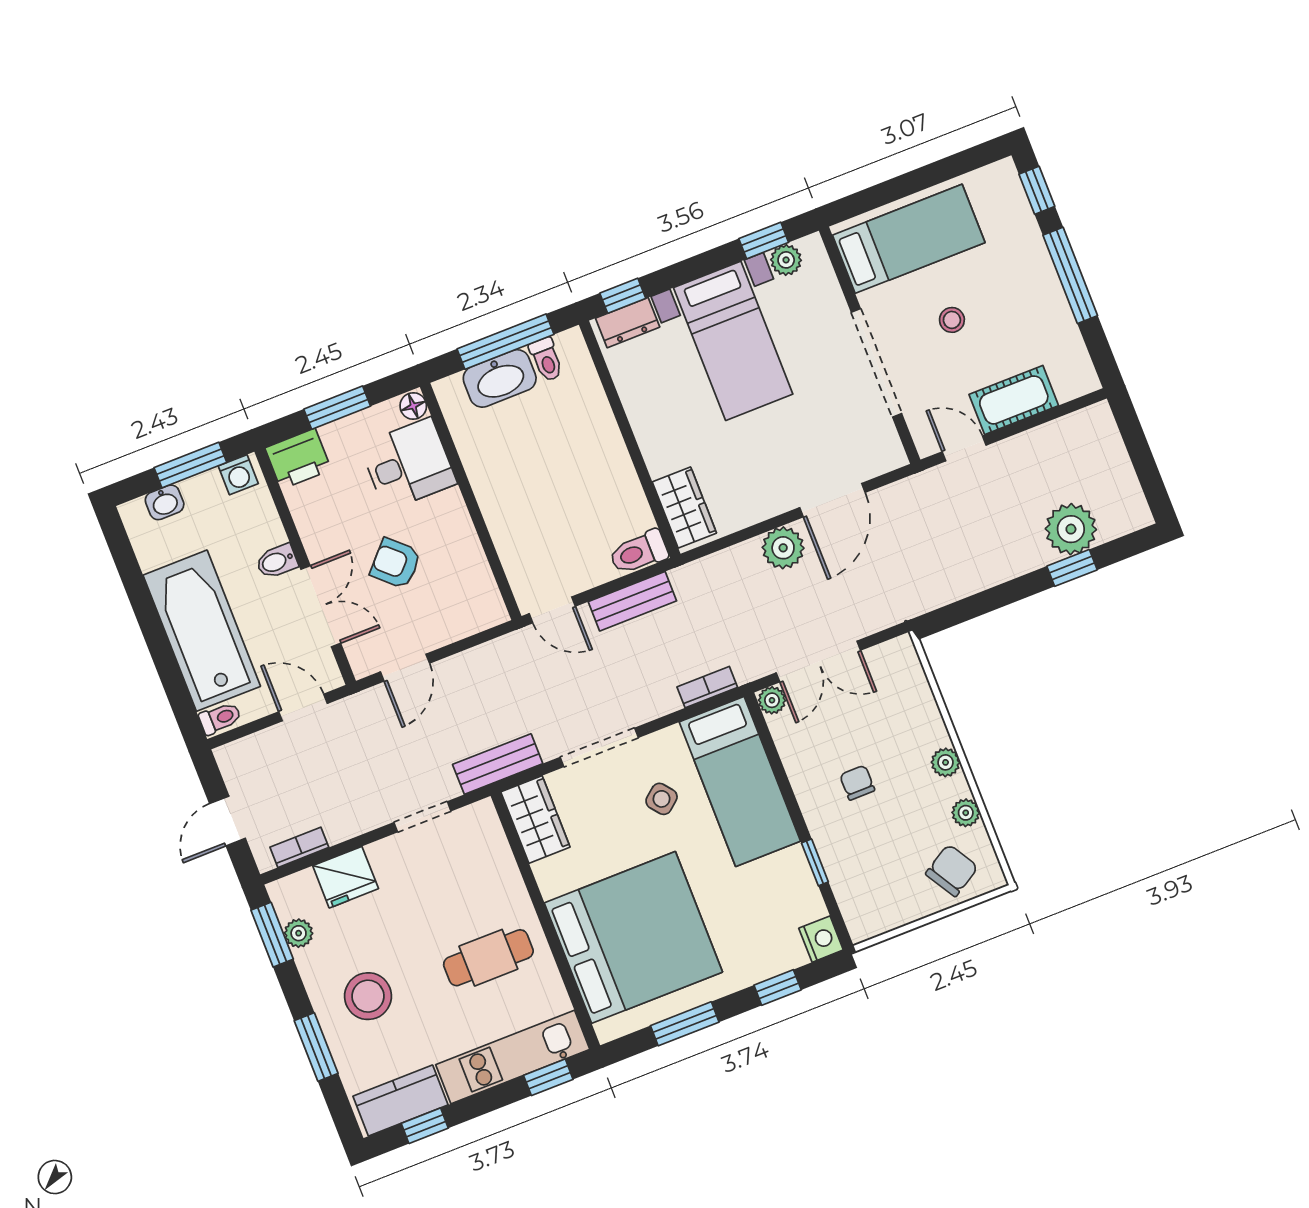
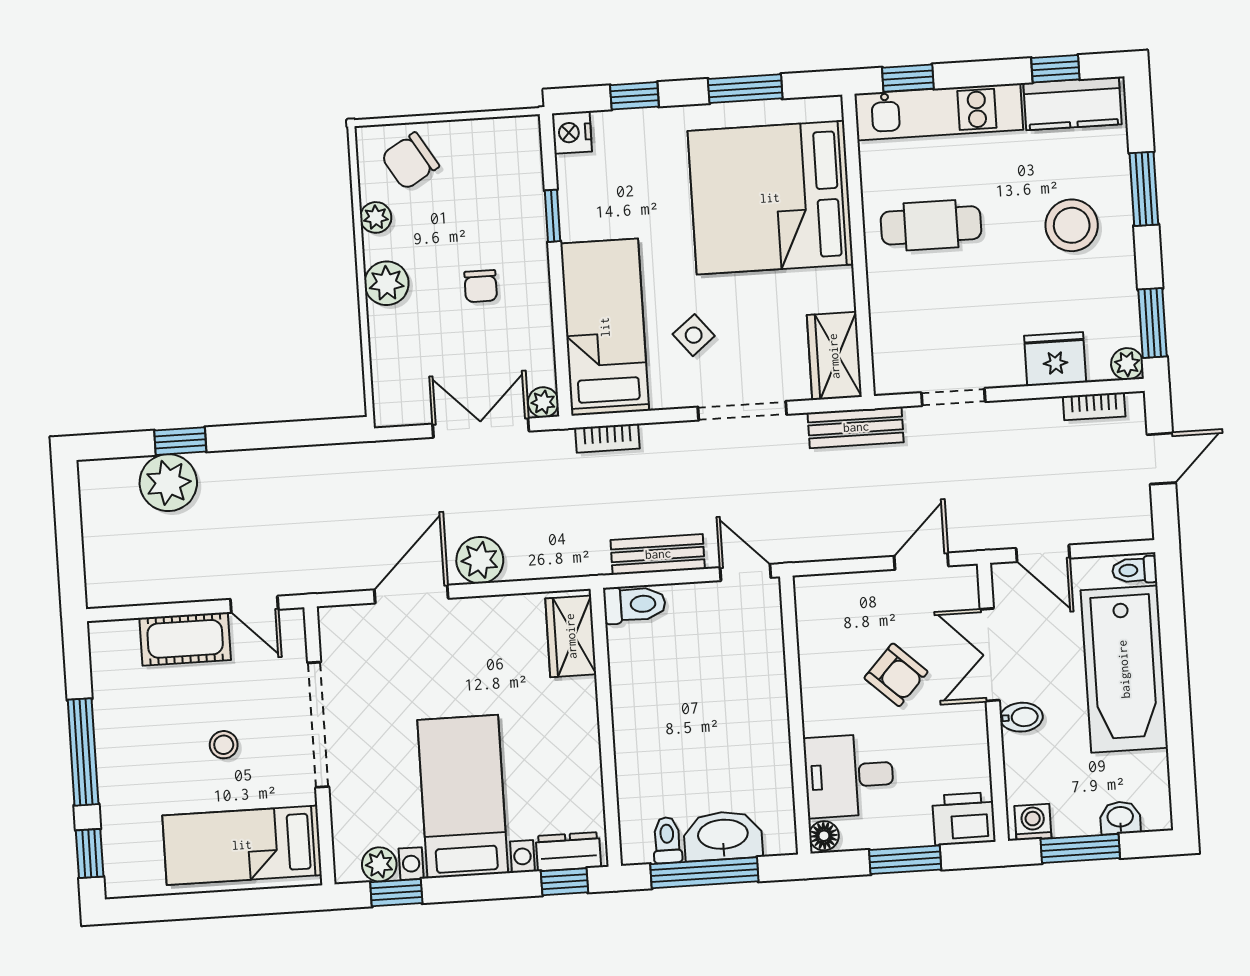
plant: (946, 762) -> (387, 283), width x1.38, depth x1.38
plant: (299, 933) -> (1127, 364), moved

